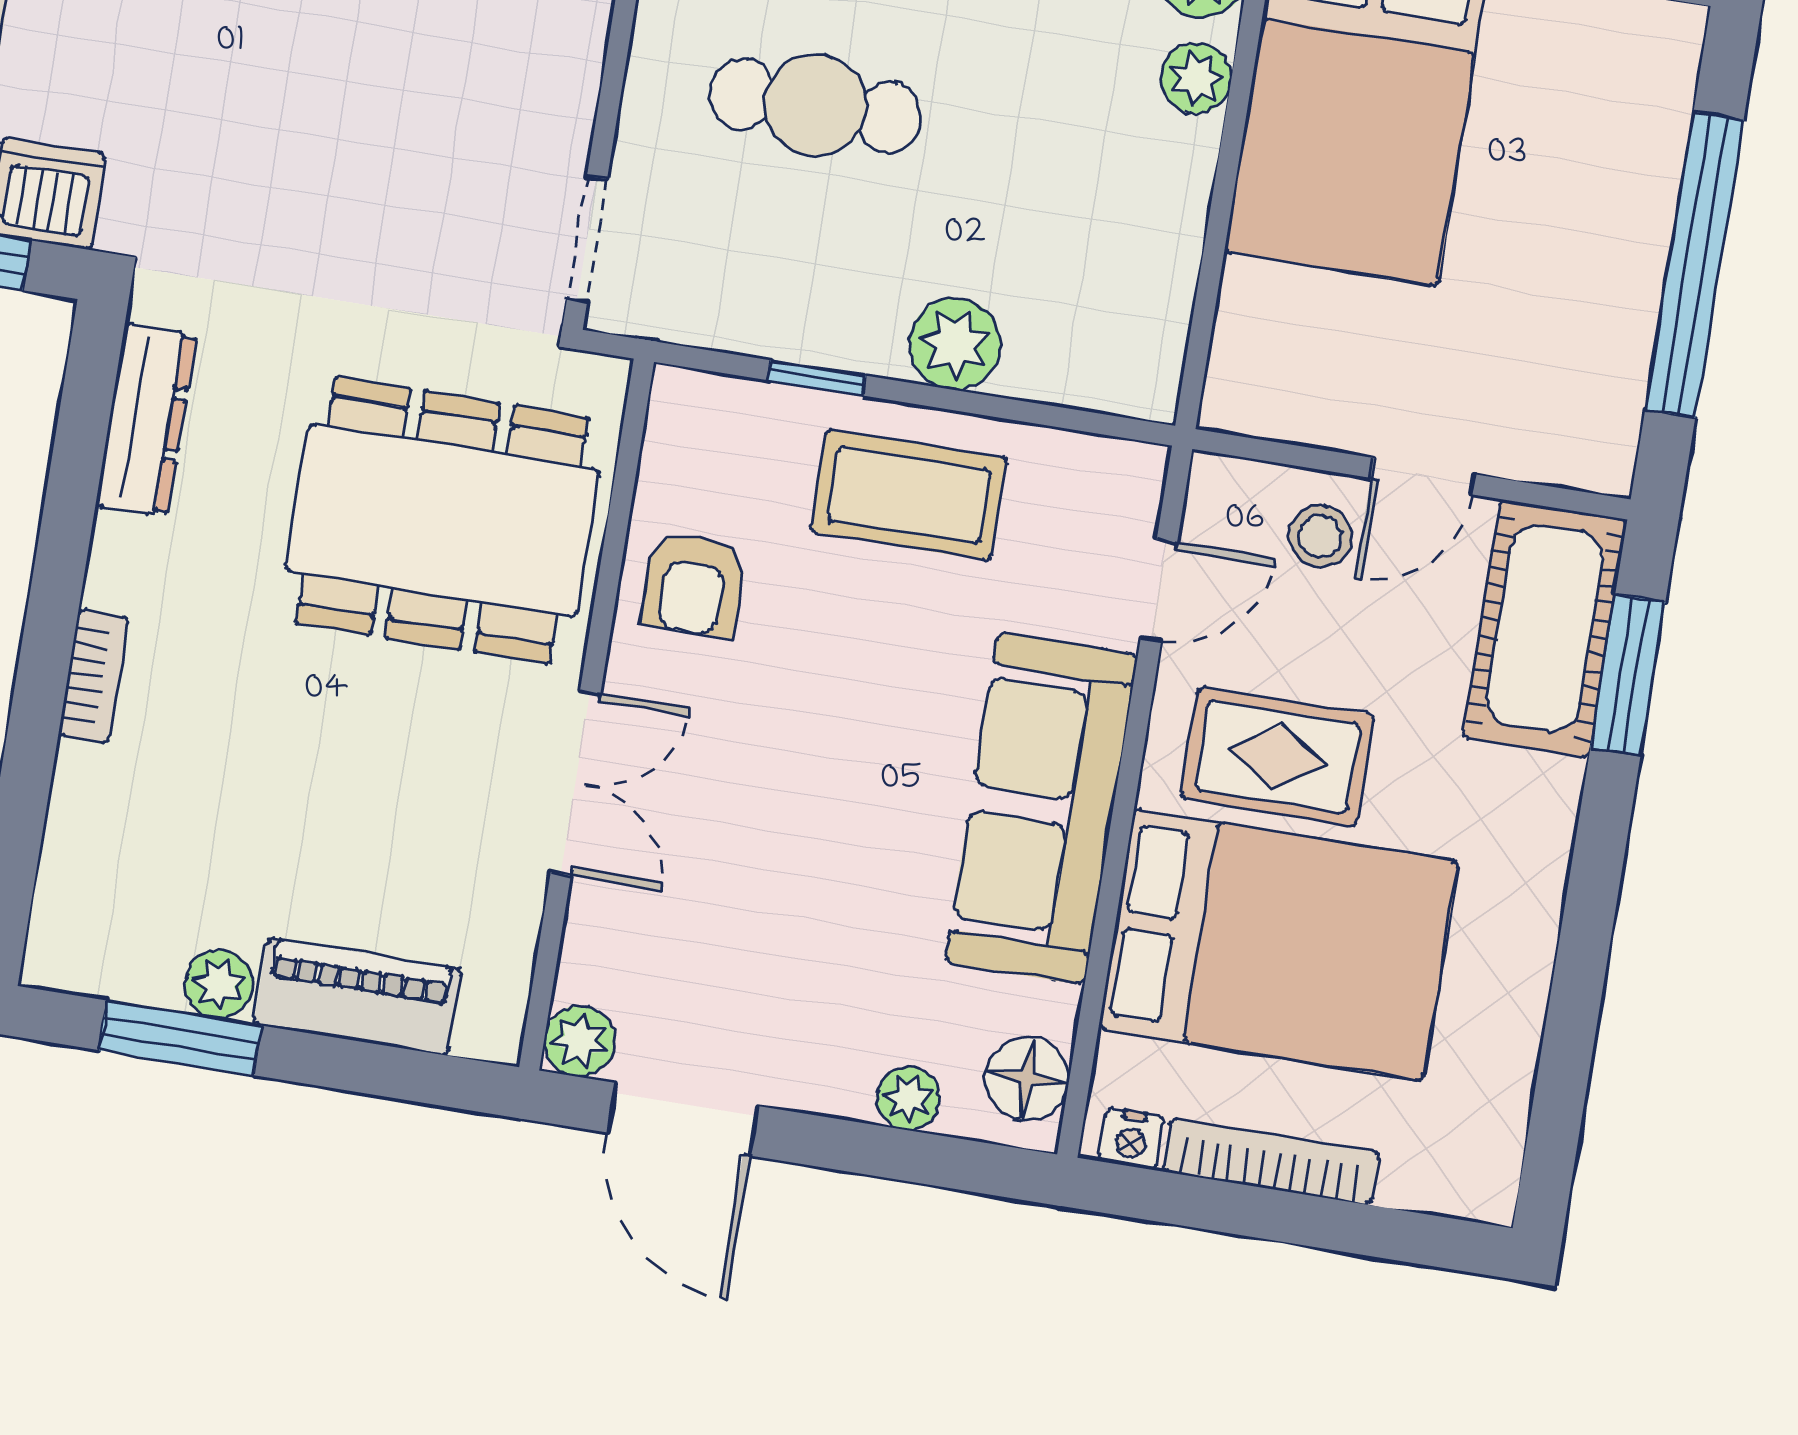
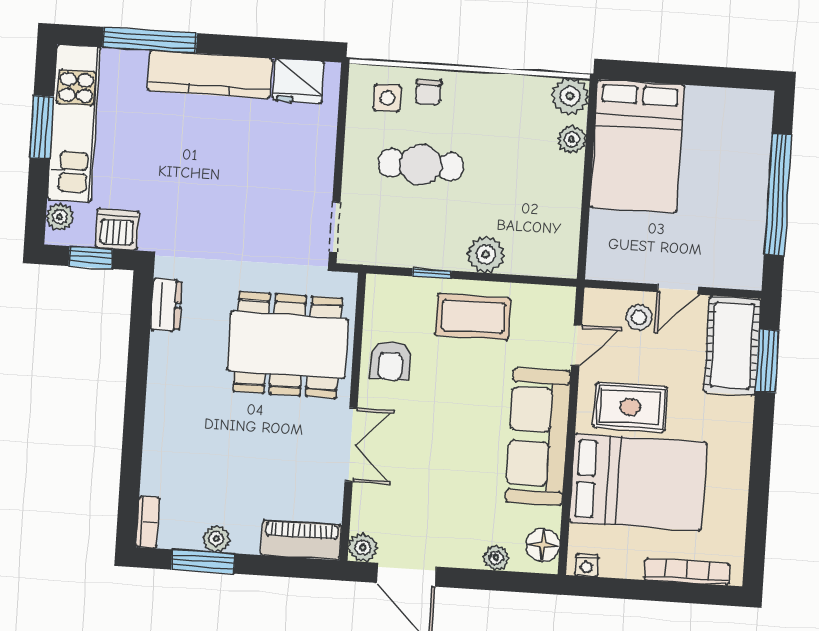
dresser: (146, 420) -> (166, 305), width x0.70
bookcase: (94, 676) -> (148, 522), moved
piano: (358, 997) -> (301, 540), moved
bookcase: (1271, 1162) -> (687, 572), moved

